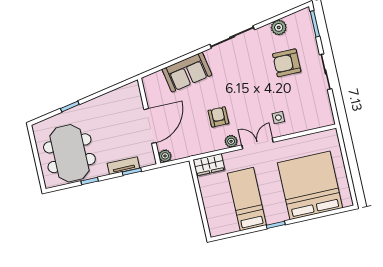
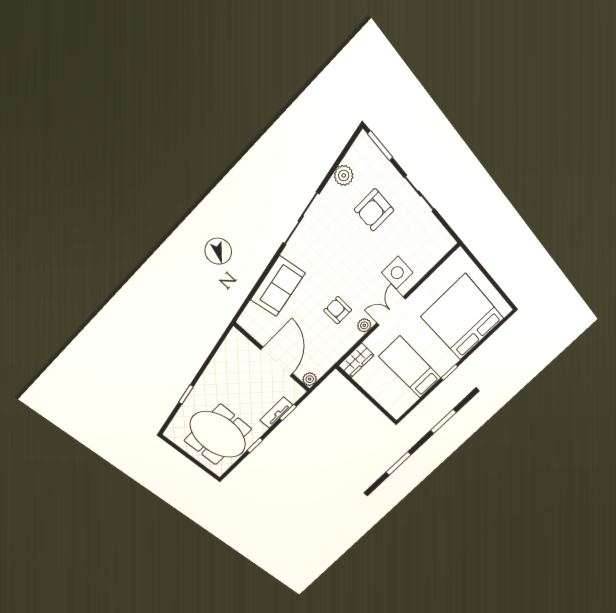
side table: (278, 118) -> (397, 273), width x1.87, depth x1.87

